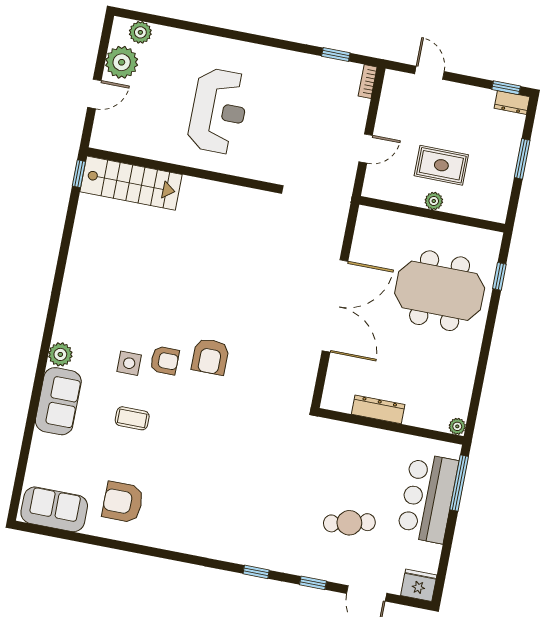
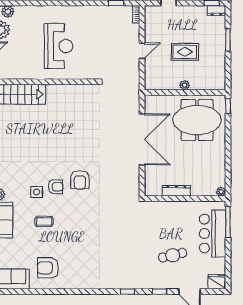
plant: (434, 201) -> (184, 85), moved
wall: (432, 214) -> (185, 92), moved

